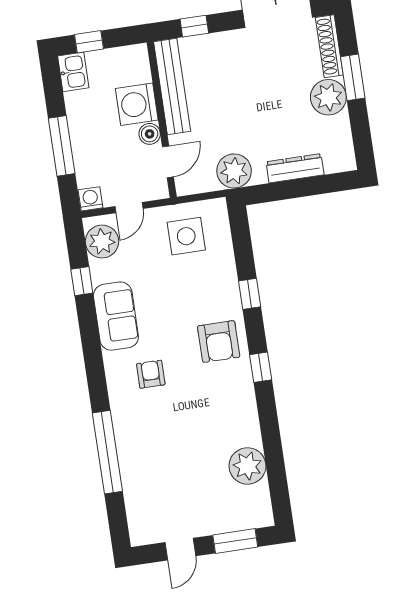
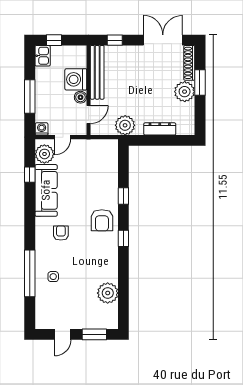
side table: (186, 236) -> (53, 277), moved, width x0.54, depth x0.54
sofa: (116, 316) -> (46, 190), width x1.36

